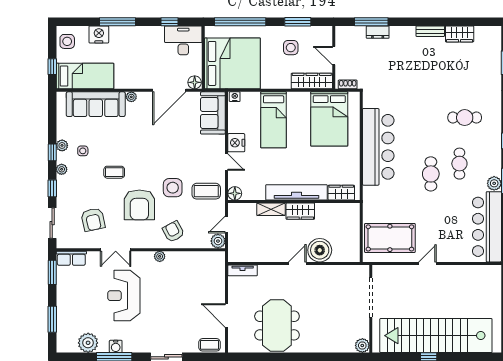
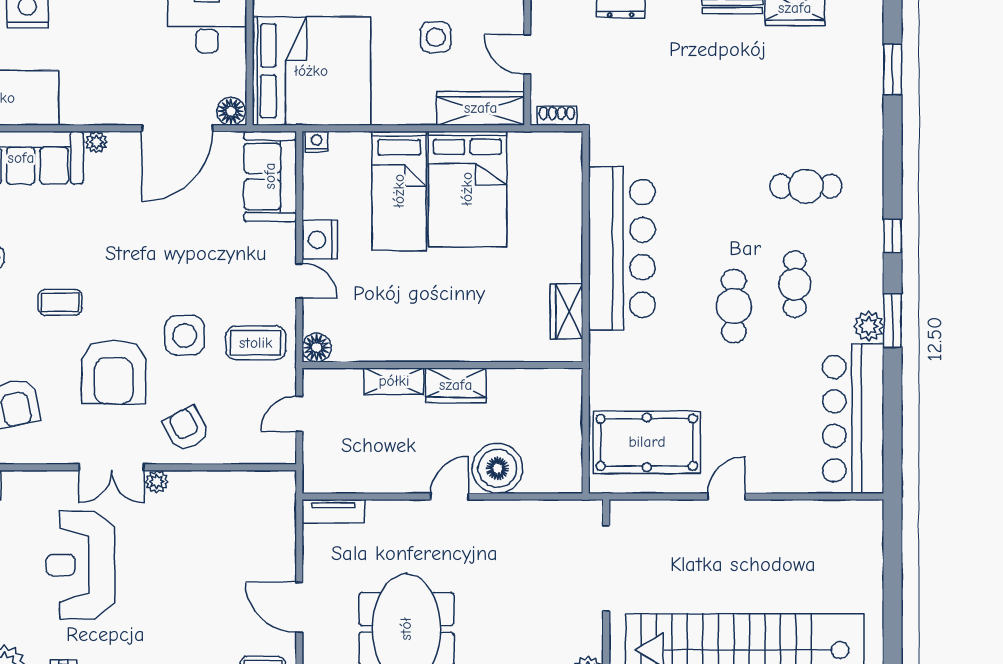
bed: (329, 119) -> (467, 189), moved
tv unit: (296, 192) -> (448, 345), removed
wardrobe: (341, 193) -> (567, 311), moved, turned -90
plant: (218, 241) -> (281, 449), removed
double door: (116, 250) -> (112, 467), moved

